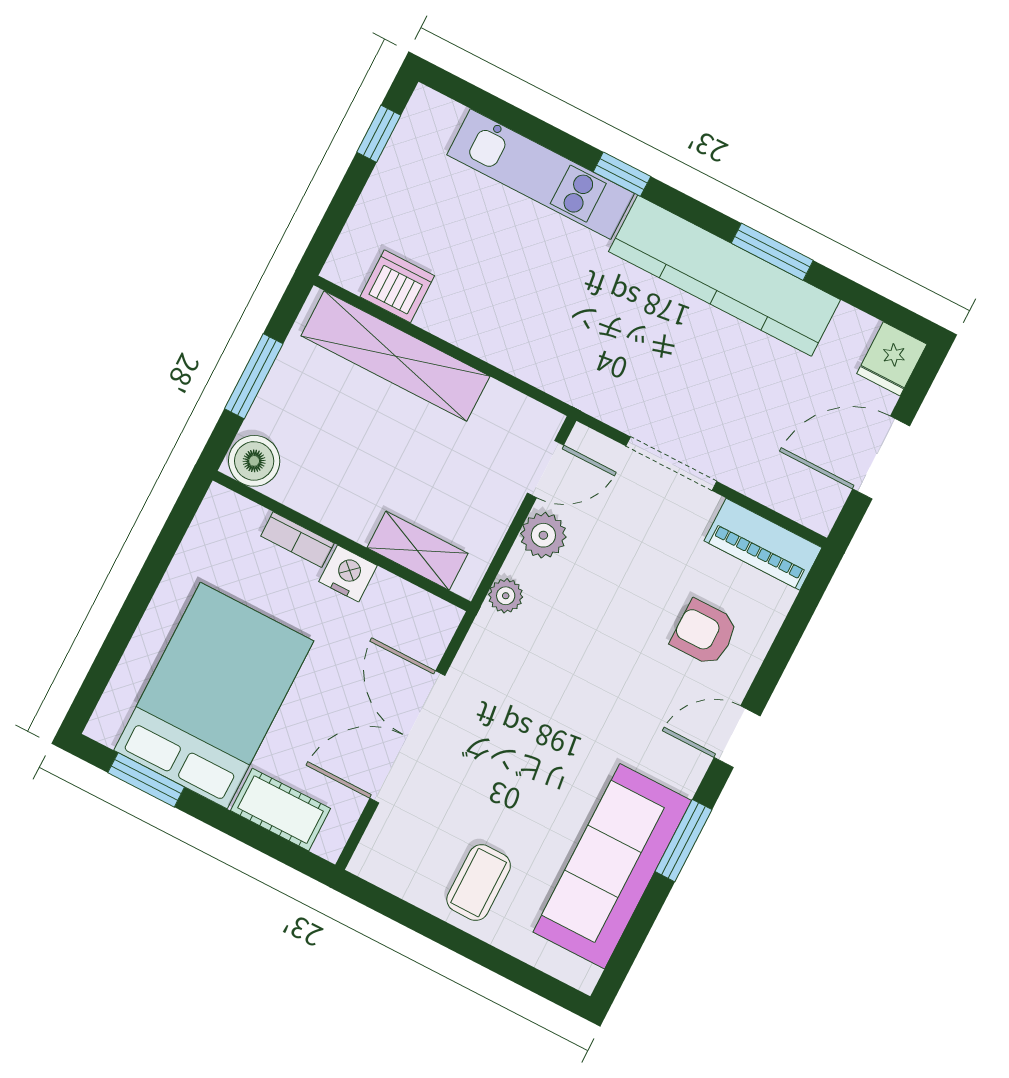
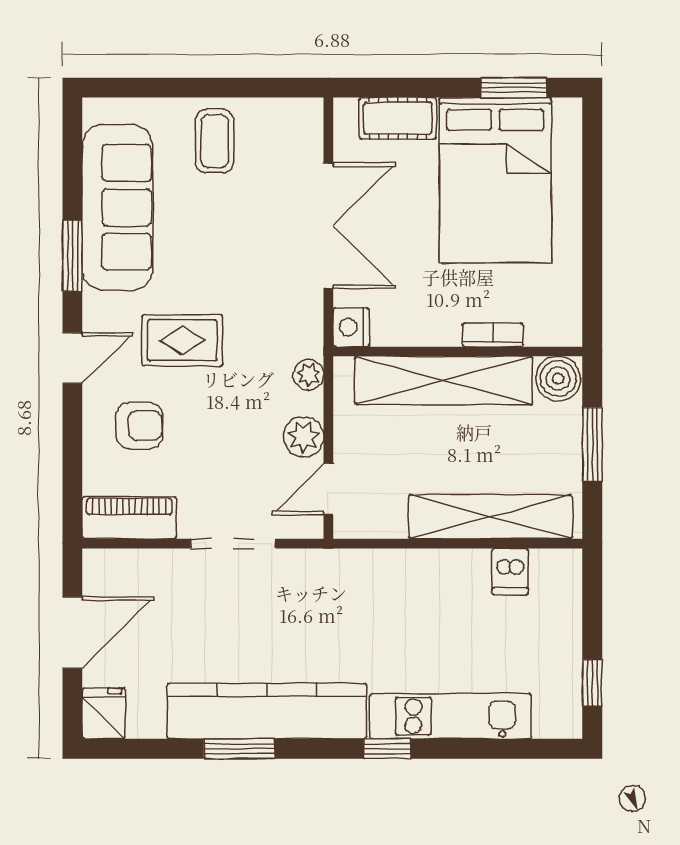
dishwasher: (397, 286) -> (510, 572), width x0.73
shelving: (417, 551) -> (444, 380), width x2.20, depth x1.33
nightstand: (348, 574) -> (351, 327), moved, turned 90
rug: (616, 697) -> (182, 340), added

